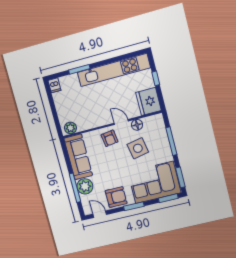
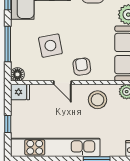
fridge: (148, 101) -> (20, 92), width x0.53, depth x0.75
stool: (91, 116) -> (97, 100), added
floor lamp: (137, 125) -> (17, 74), moved

